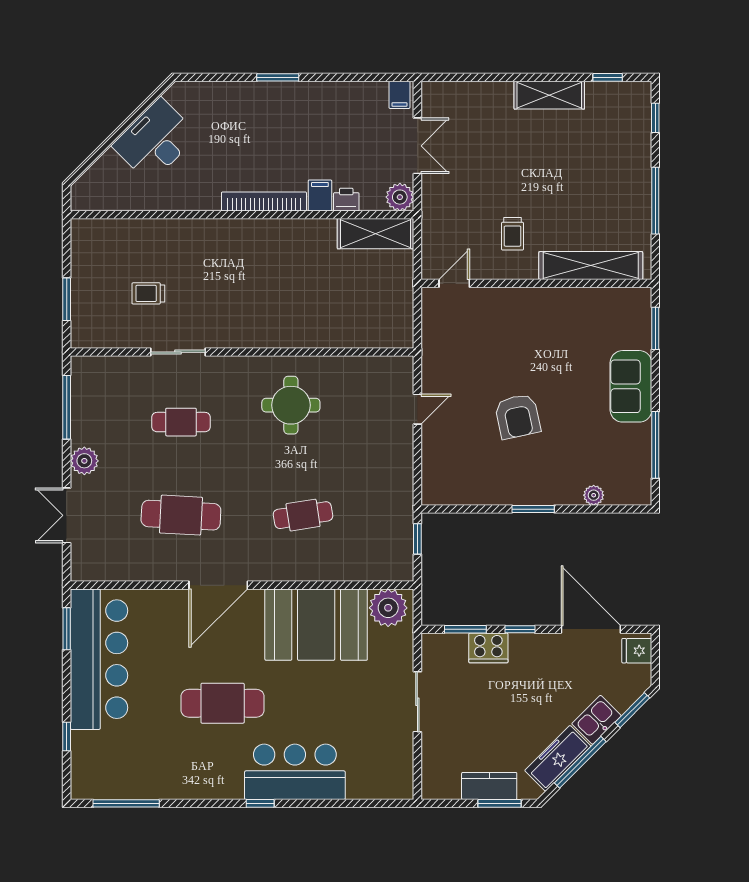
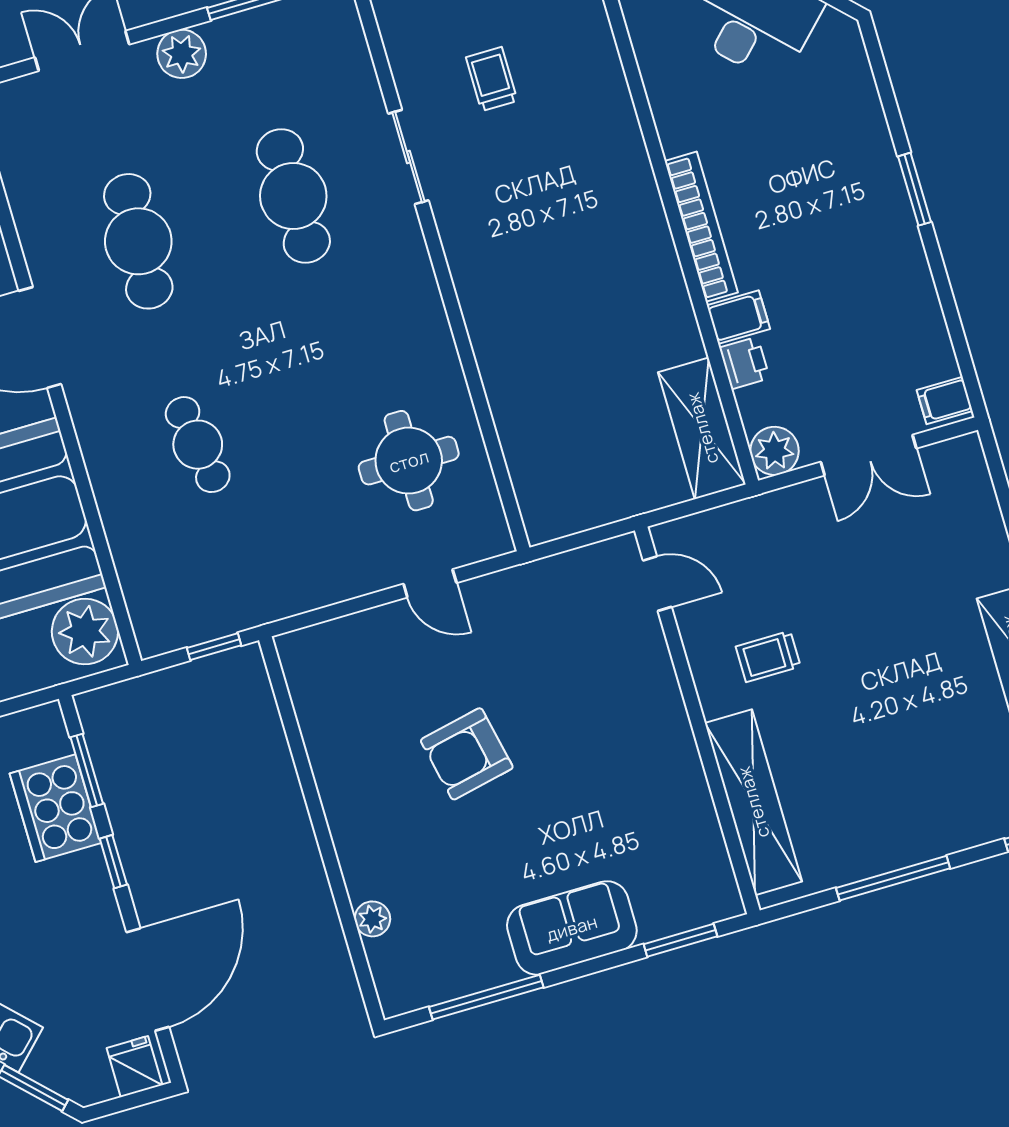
round table: (291, 405) -> (409, 461), moved
cafe table: (181, 422) -> (293, 196), width x1.37, depth x1.35
window: (533, 509) -> (320, 825), removed
cooker: (488, 648) -> (55, 808), width x1.37, depth x1.31

